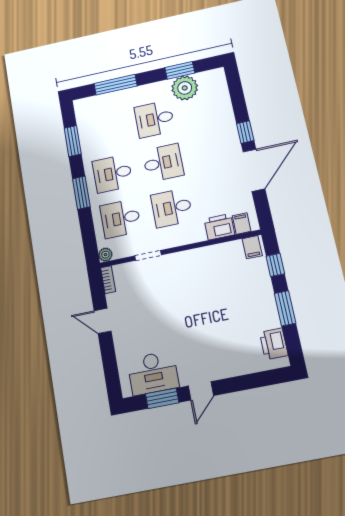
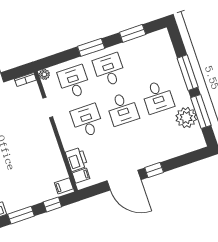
window: (180, 70) -> (201, 112), width x1.44
window: (116, 85) -> (188, 73), moved
desk: (154, 119) -> (158, 97), turned 180

